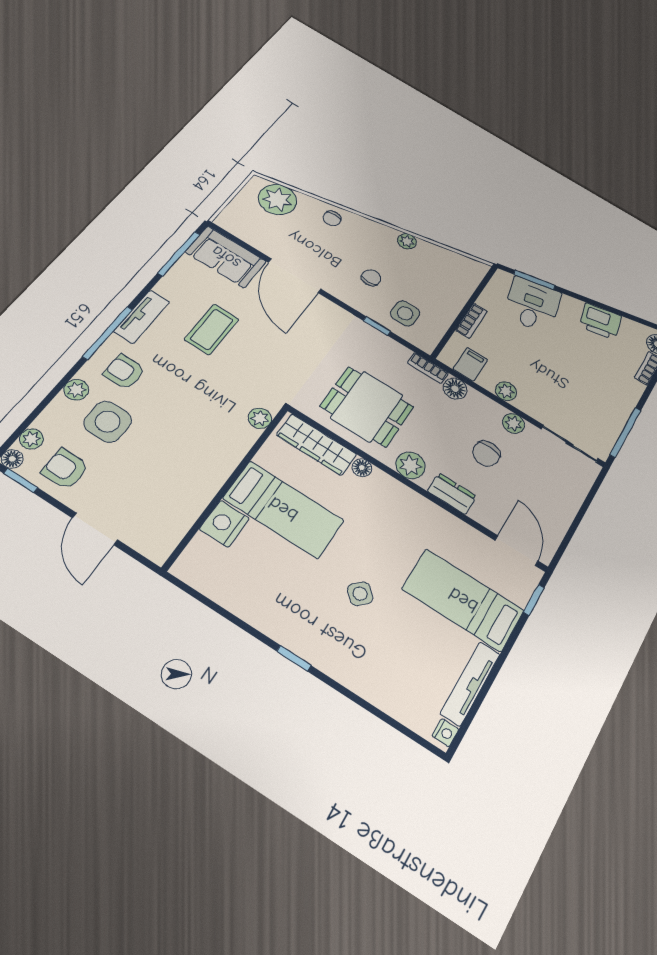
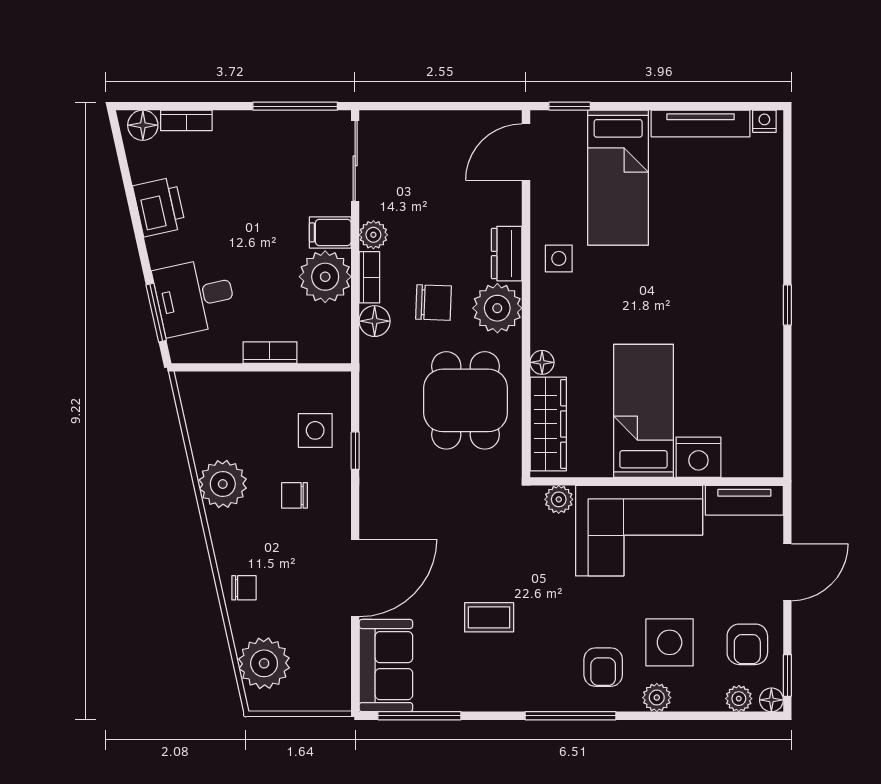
plant: (407, 241) -> (223, 484), width x1.87, depth x1.87
tv unit: (142, 317) -> (744, 500), moved, turned 180
coffee table: (212, 329) -> (489, 617), width x0.73, depth x0.77
filing cabinet: (470, 364) -> (330, 232), moved
bookcase: (428, 368) -> (369, 277), moved
plant: (506, 391) -> (325, 277), width x1.87, depth x1.87
corner sofa: (201, 453) -> (639, 531), added
chair: (486, 454) -> (434, 303), moved
plant: (410, 465) -> (497, 308), width x1.36, depth x1.36
side table: (360, 594) -> (559, 258), moved, turned 45

